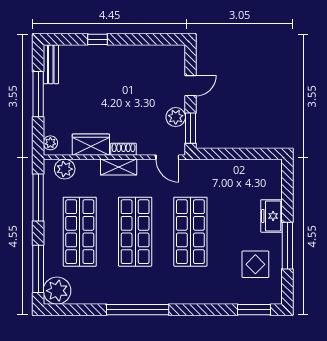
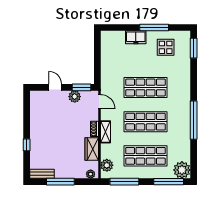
door: (167, 157) -> (99, 102), hinge flipped

